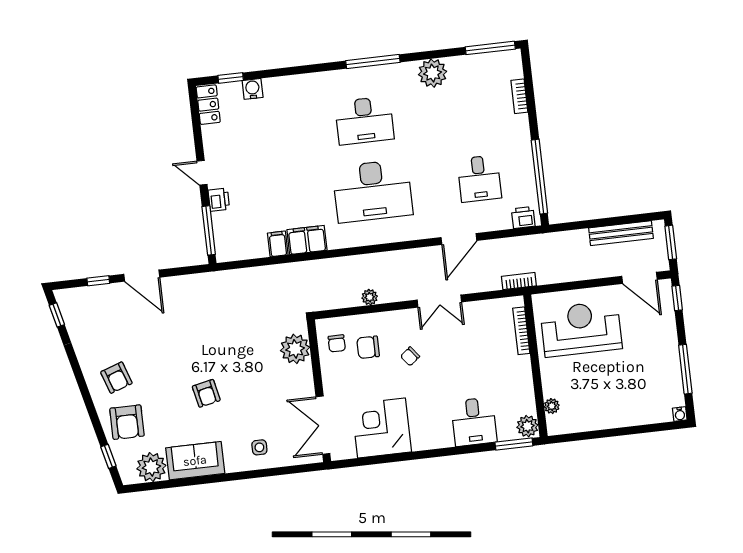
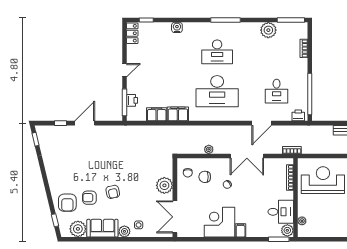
plant: (433, 73) -> (268, 30), moved
water cooler: (253, 89) -> (177, 27), moved
door: (202, 173) -> (124, 70), swing flipped
printer: (219, 200) -> (132, 100), moved
filing cabinet: (278, 244) -> (157, 114), width x2.00
door: (142, 276) -> (85, 123), swing flipped
double door: (439, 301) -> (247, 156), width x1.37
plant: (295, 349) -> (164, 185), moved
armchair: (116, 378) -> (89, 198), moved, turned 109
desk: (474, 422) -> (281, 212), moved, turned -90
corner desk: (381, 428) -> (220, 222), moved
filing cabinet: (443, 436) -> (241, 230), added
plant: (235, 462) -> (124, 231), added

